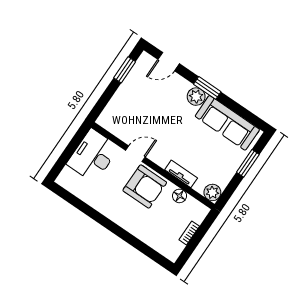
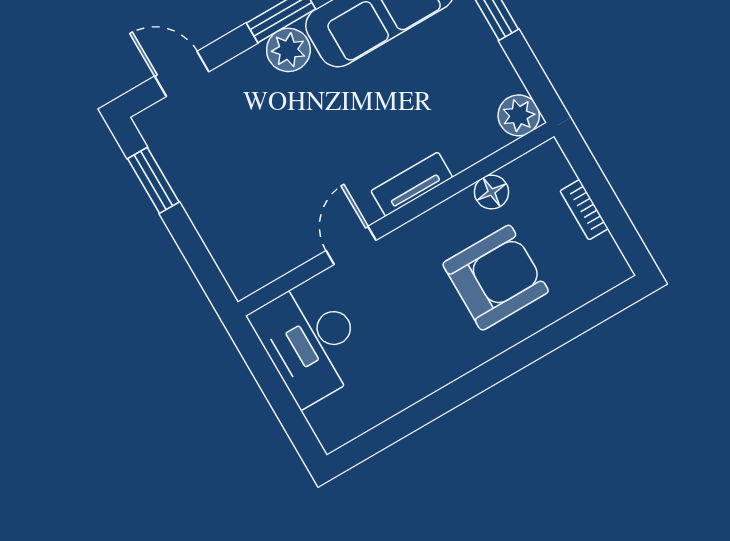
door: (169, 62) -> (182, 74), swing flipped
tv unit: (181, 174) -> (412, 184), moved
armchair: (145, 186) -> (496, 278), moved

